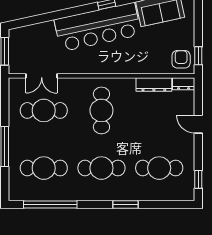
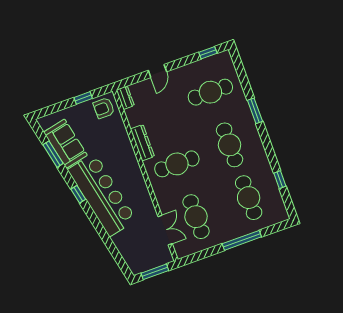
window: (198, 56) -> (83, 98), moved
dresser: (154, 84) -> (142, 143), moved
cafe table: (159, 168) -> (210, 92), turned 90
window: (50, 205) -> (280, 180), width x0.32

